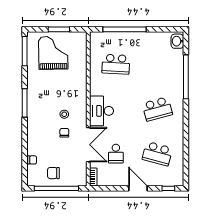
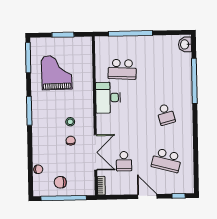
grand piano: (53, 53) -> (57, 73), moved
school desk: (157, 109) -> (166, 114), width x0.54
desk: (101, 111) -> (108, 98), moved

